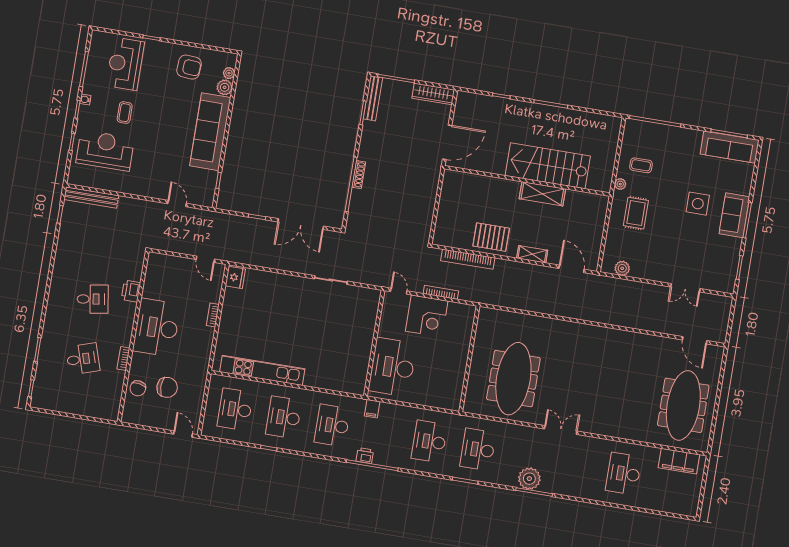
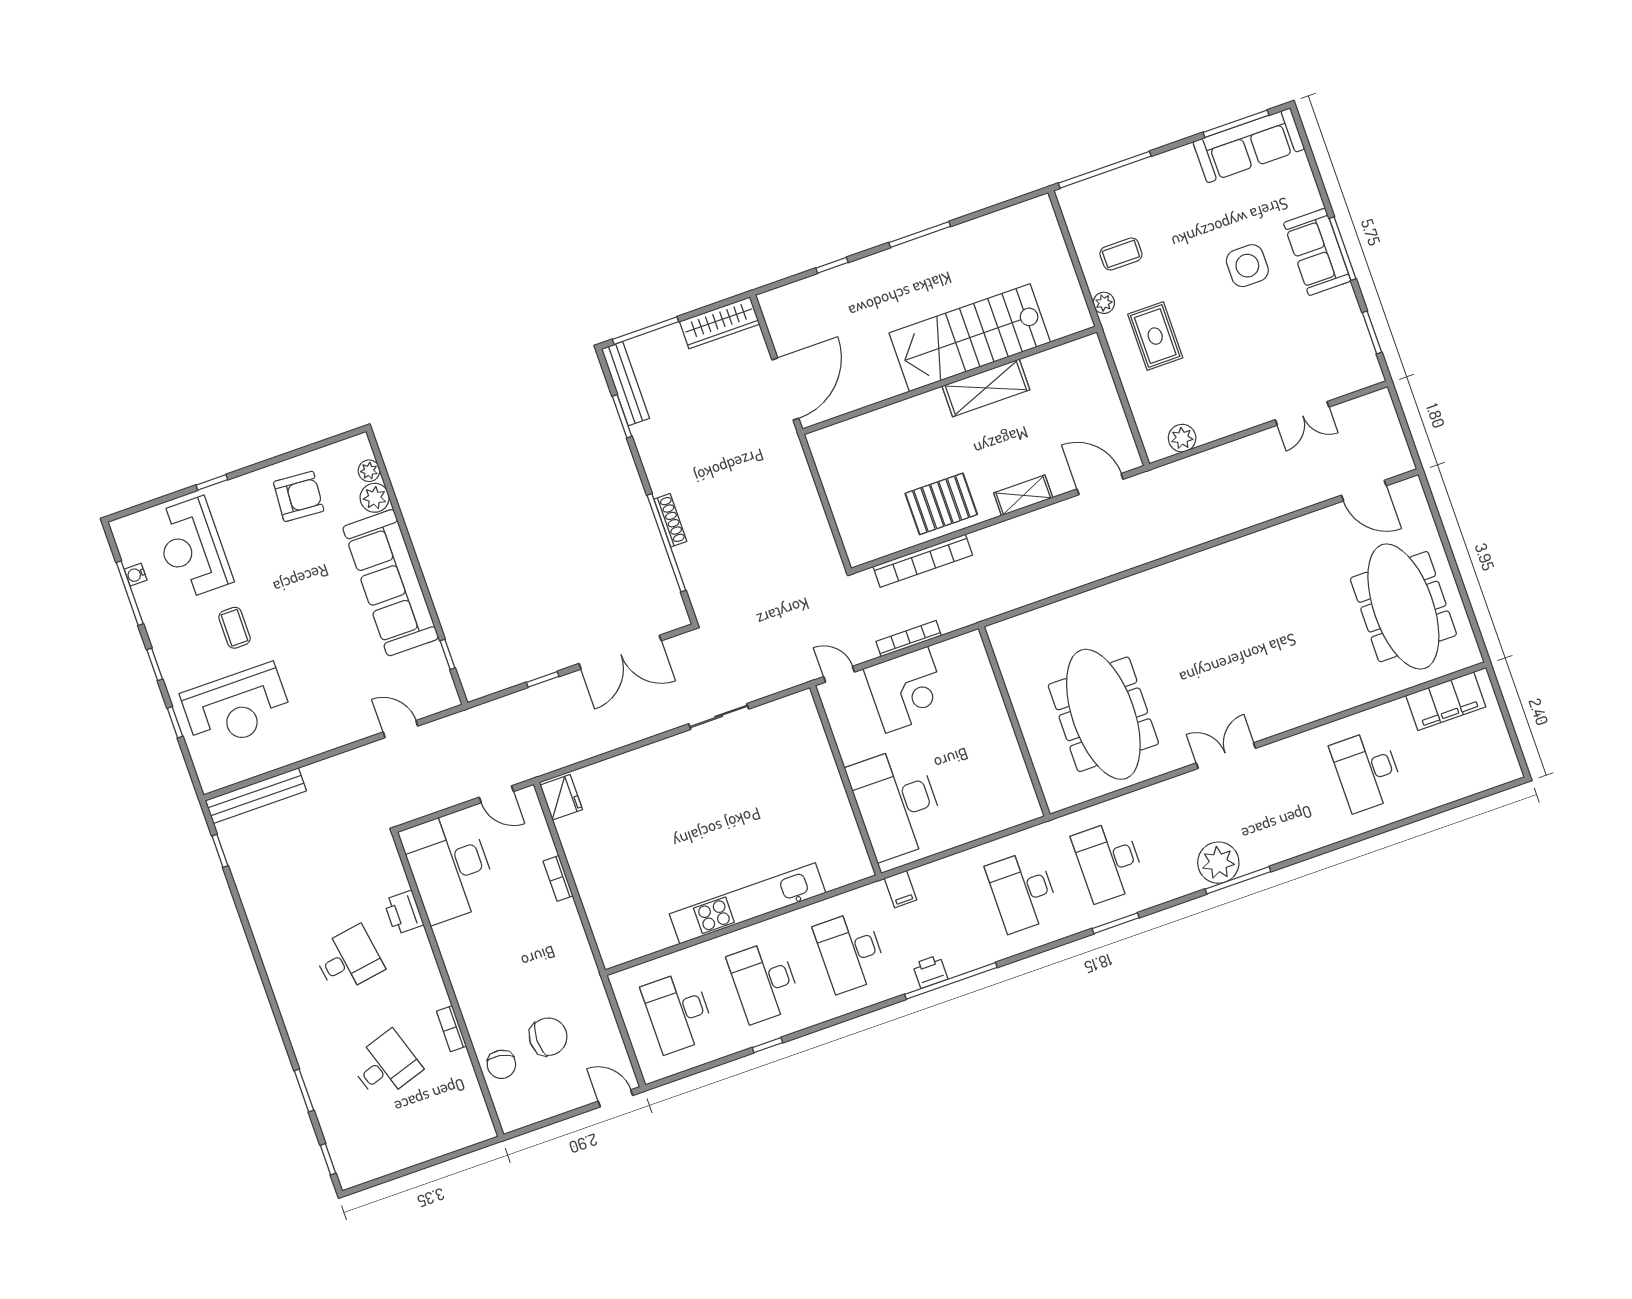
water cooler: (85, 100) -> (136, 575), moved
reception desk: (105, 151) -> (237, 707), turned 180
desk: (157, 328) -> (449, 867), moved
kitchen unit: (262, 370) -> (748, 903), moved

